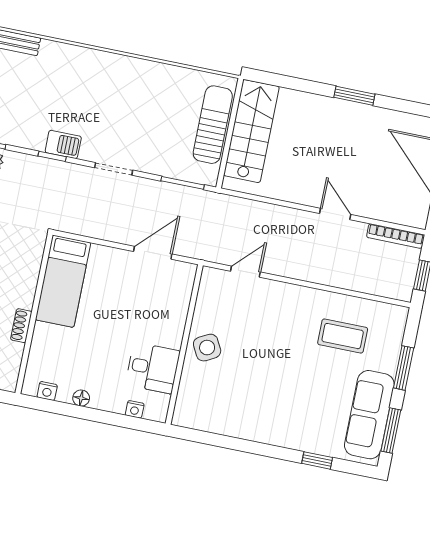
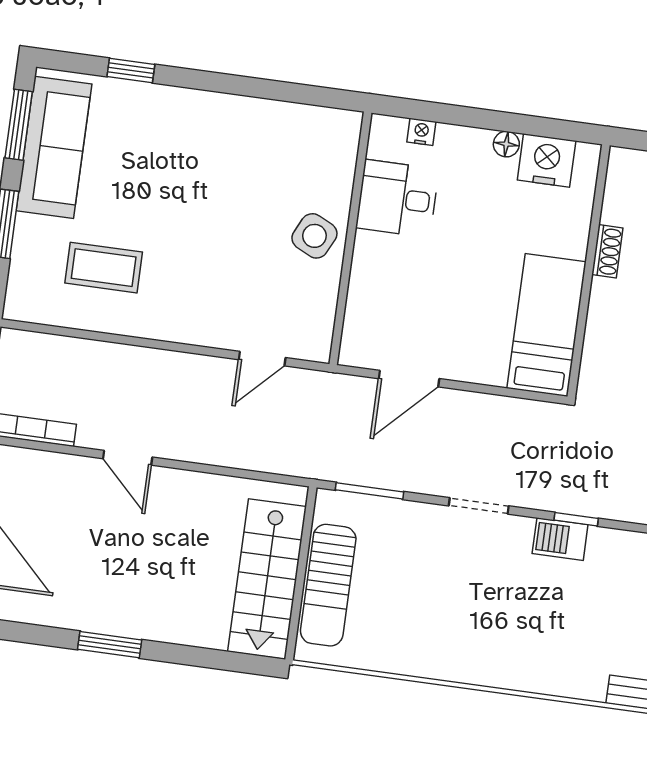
side table: (207, 348) -> (314, 236), turned -36
nightstand: (47, 391) -> (547, 160), width x1.89, depth x1.79

